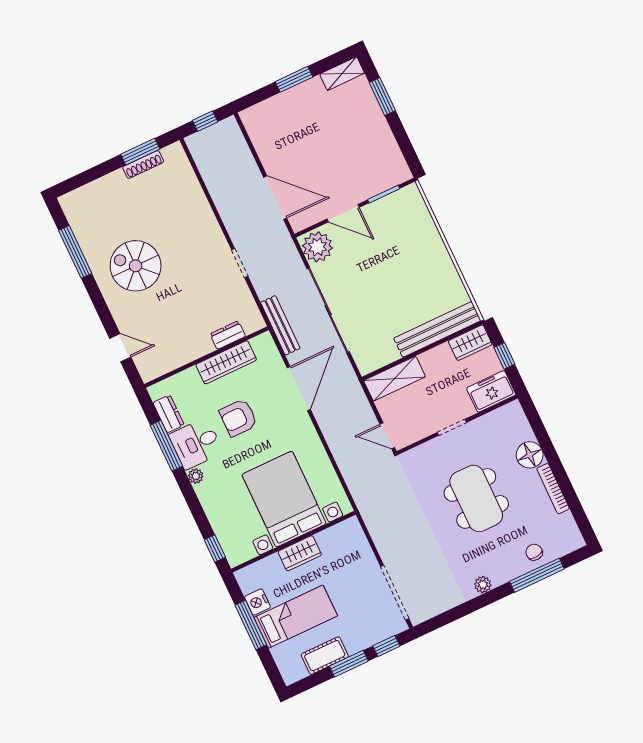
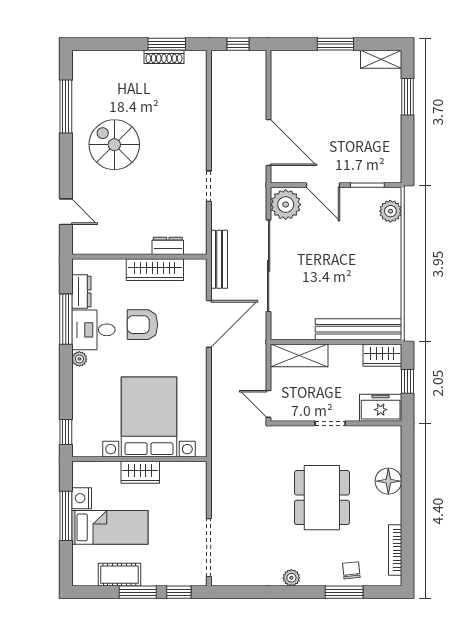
plant: (416, 208) -> (390, 211), added
bookcase: (553, 489) -> (395, 550), moved
window: (537, 575) -> (344, 592), width x0.69

